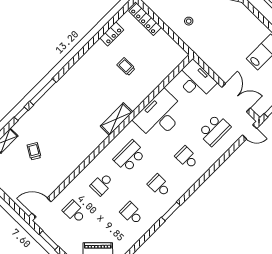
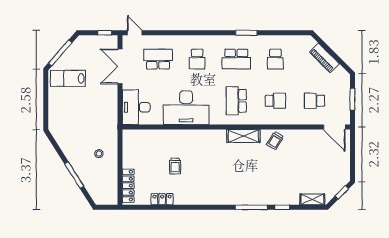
shelving: (116, 119) -> (243, 136), moved
trolley: (34, 151) -> (275, 141), moved
school desk: (129, 156) -> (236, 101), turned 90
school desk: (159, 186) -> (236, 59), width x1.85
school desk: (74, 212) -> (314, 101), turned 90

